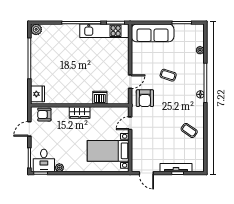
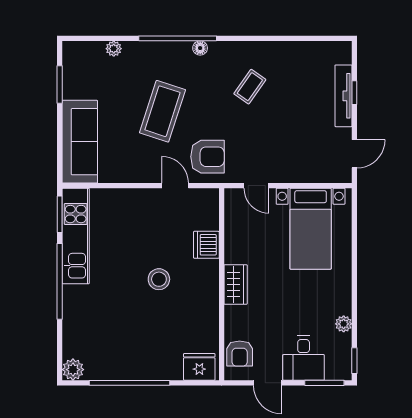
stool: (82, 73) -> (159, 279), added
coffee table: (168, 75) -> (162, 111), width x1.86, depth x1.72
coffee table: (189, 130) -> (250, 87), moved
desk: (44, 161) -> (304, 358), moved, turned 90

